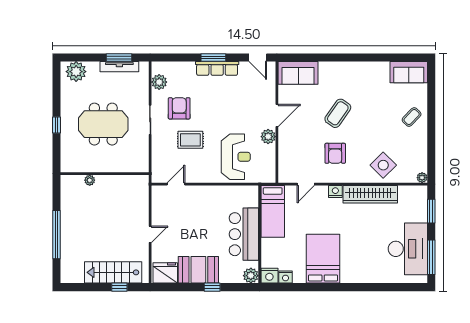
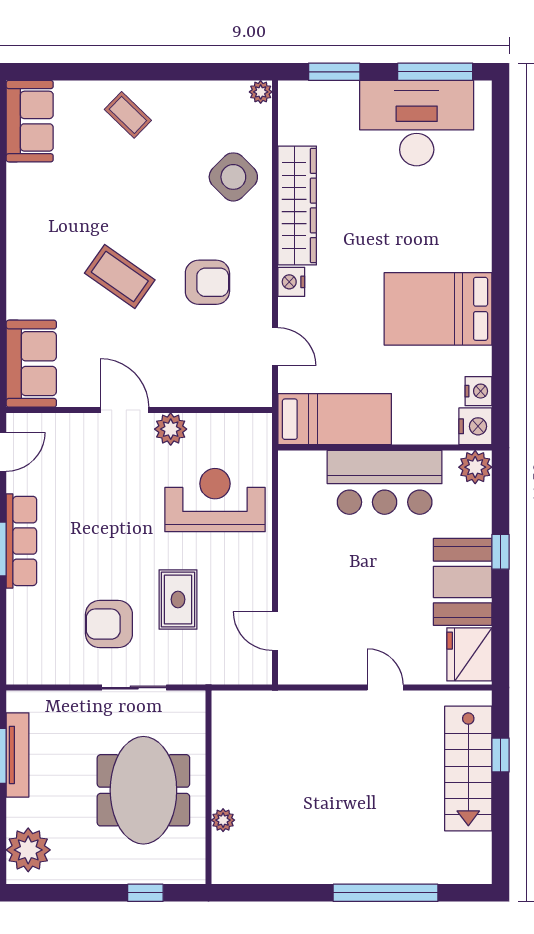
plant: (159, 82) -> (51, 668), removed
wall: (105, 174) -> (209, 787), moved
plant: (90, 180) -> (223, 820), moved

